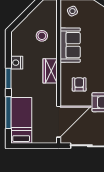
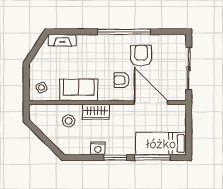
wardrobe: (50, 71) -> (96, 112), moved
door: (59, 122) -> (151, 103), moved

